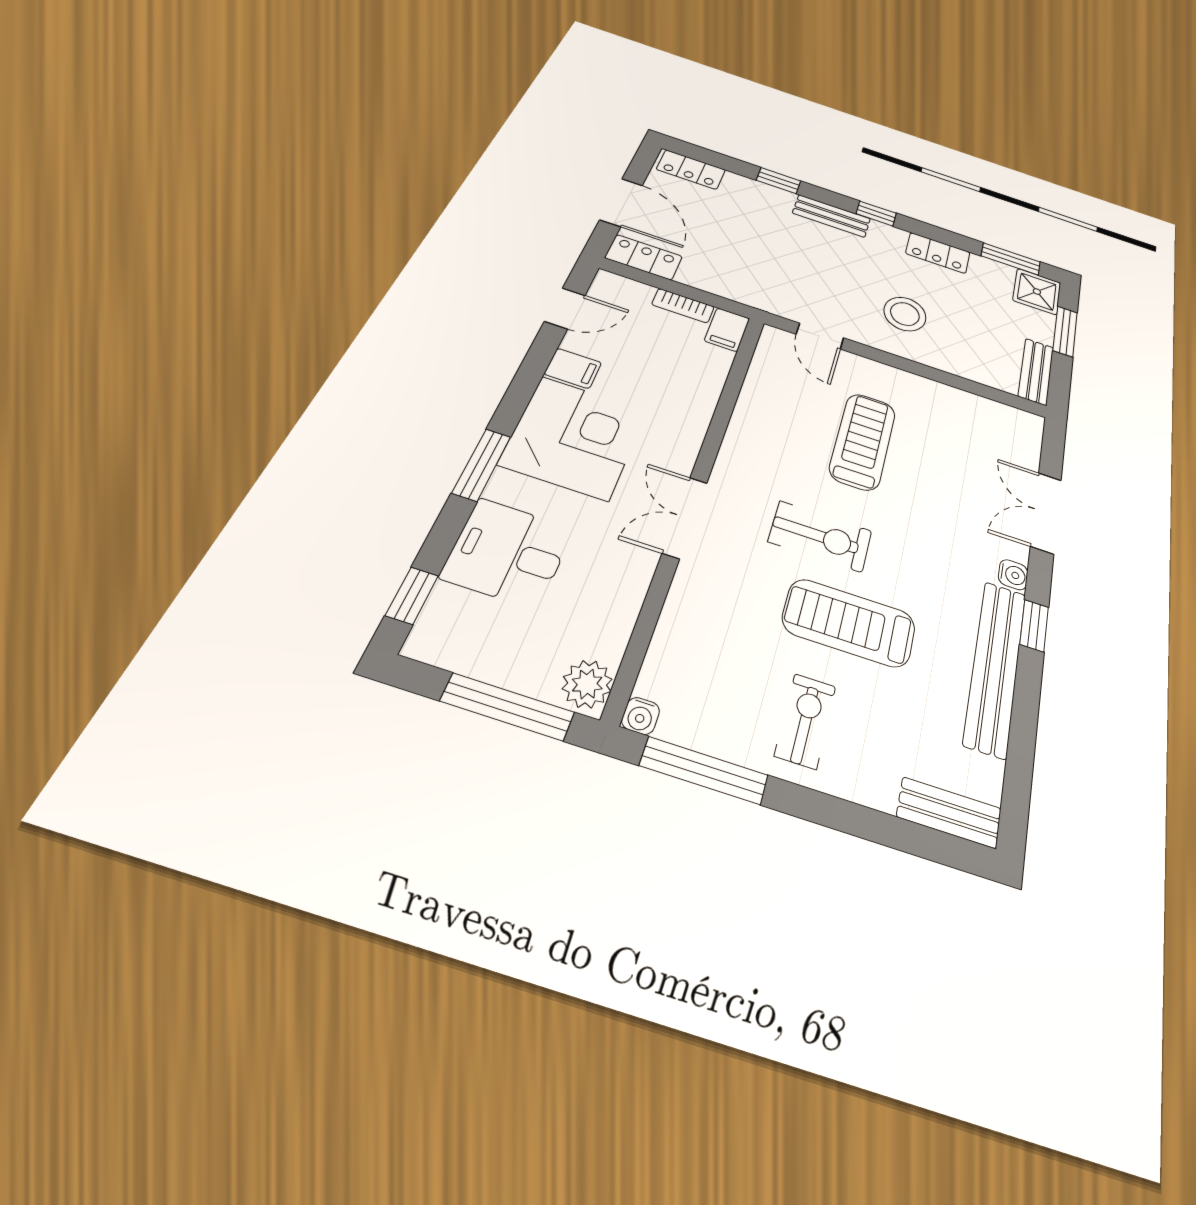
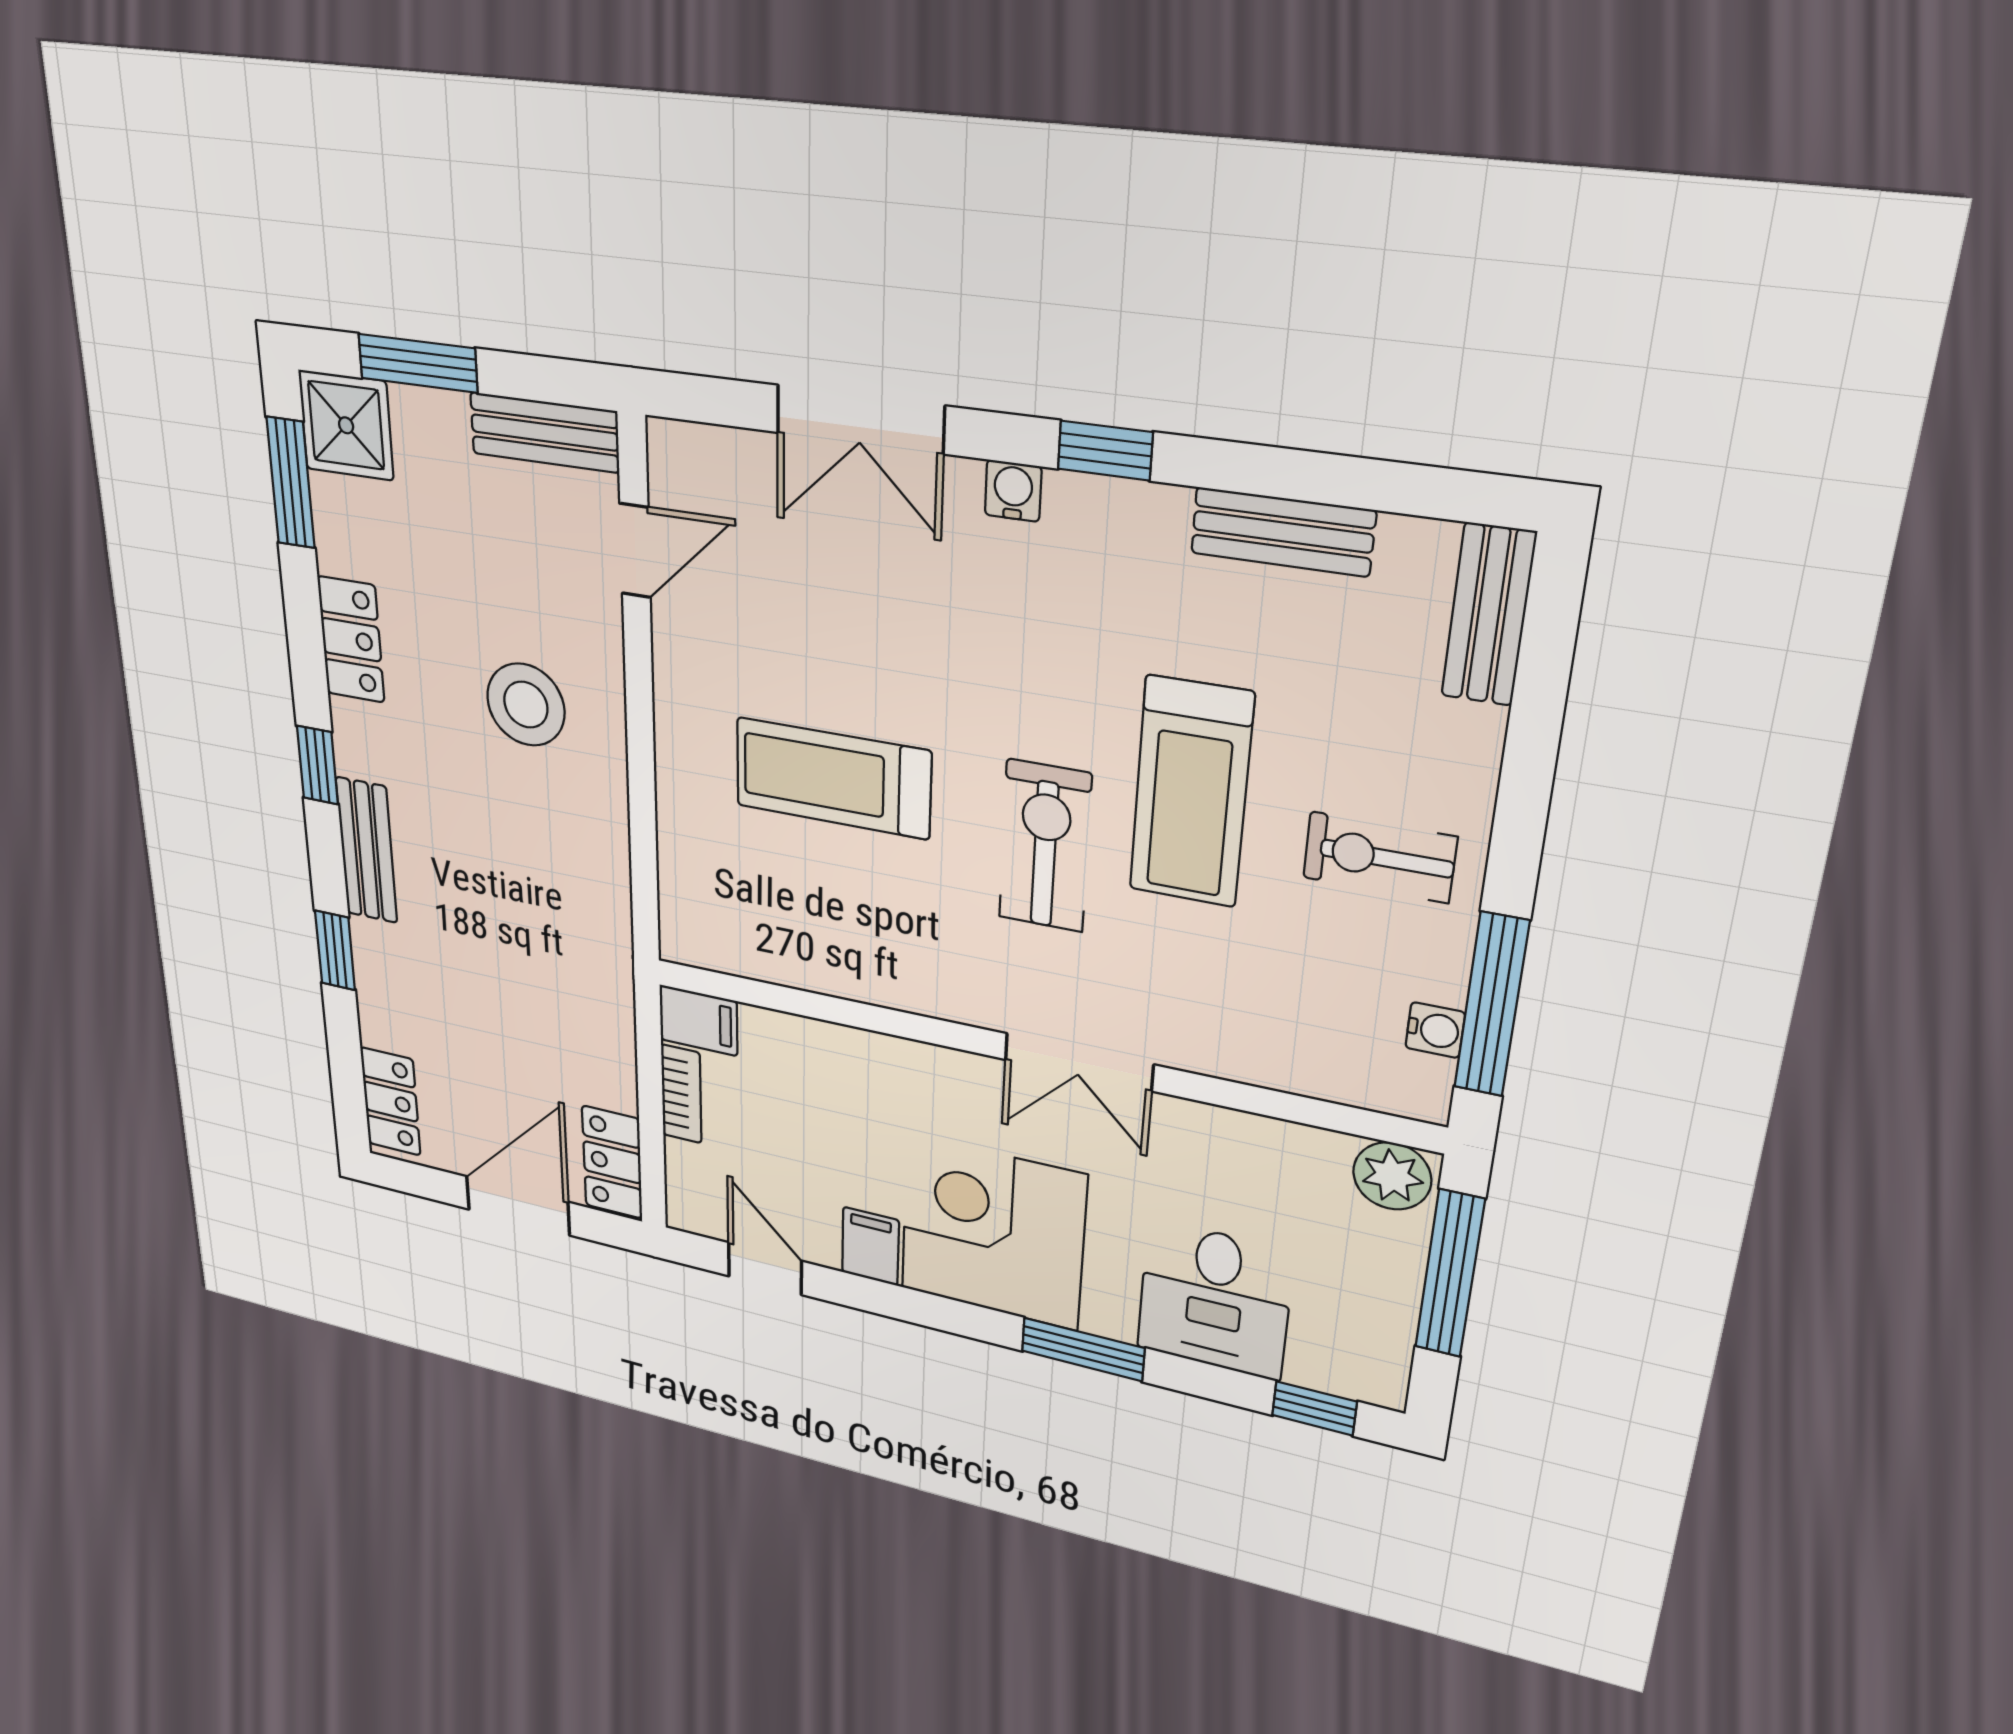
door: (820, 336) -> (635, 551), moved
bench: (995, 667) -> (1283, 532), width x0.54, depth x0.82
water cooler: (641, 716) -> (1435, 1030), moved

